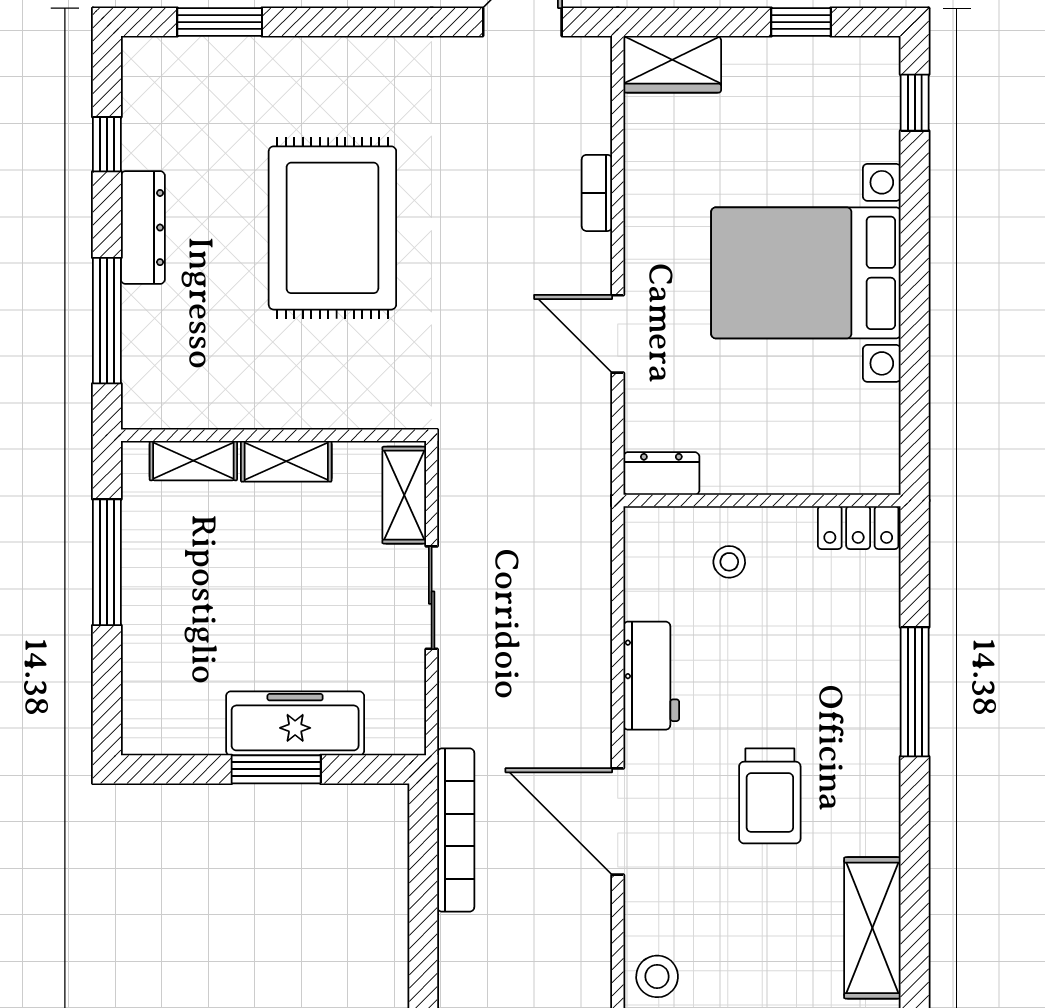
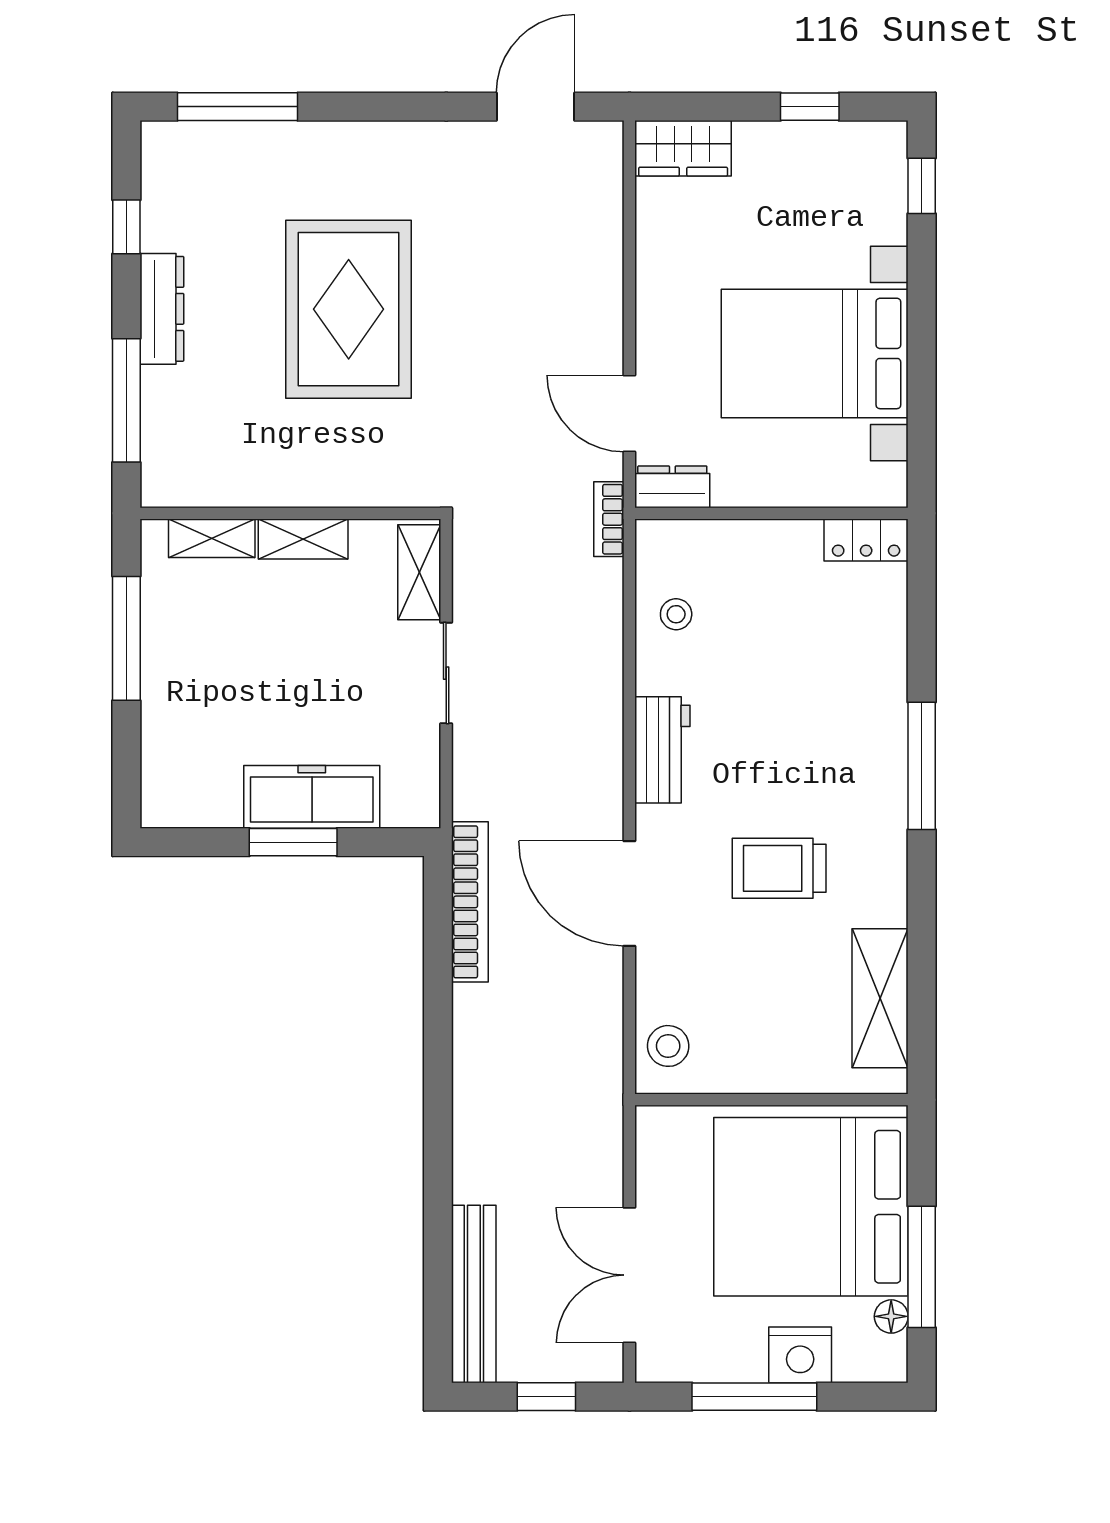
window: (220, 22) -> (238, 107), width x1.44
bookcase: (597, 193) -> (609, 519), moved
dresser: (661, 473) -> (672, 487), moved
wall: (762, 500) -> (771, 513), moved
locker: (858, 528) -> (866, 540), moved
stool: (729, 562) -> (676, 614), moved
trolley: (770, 796) -> (779, 868), turned 90

